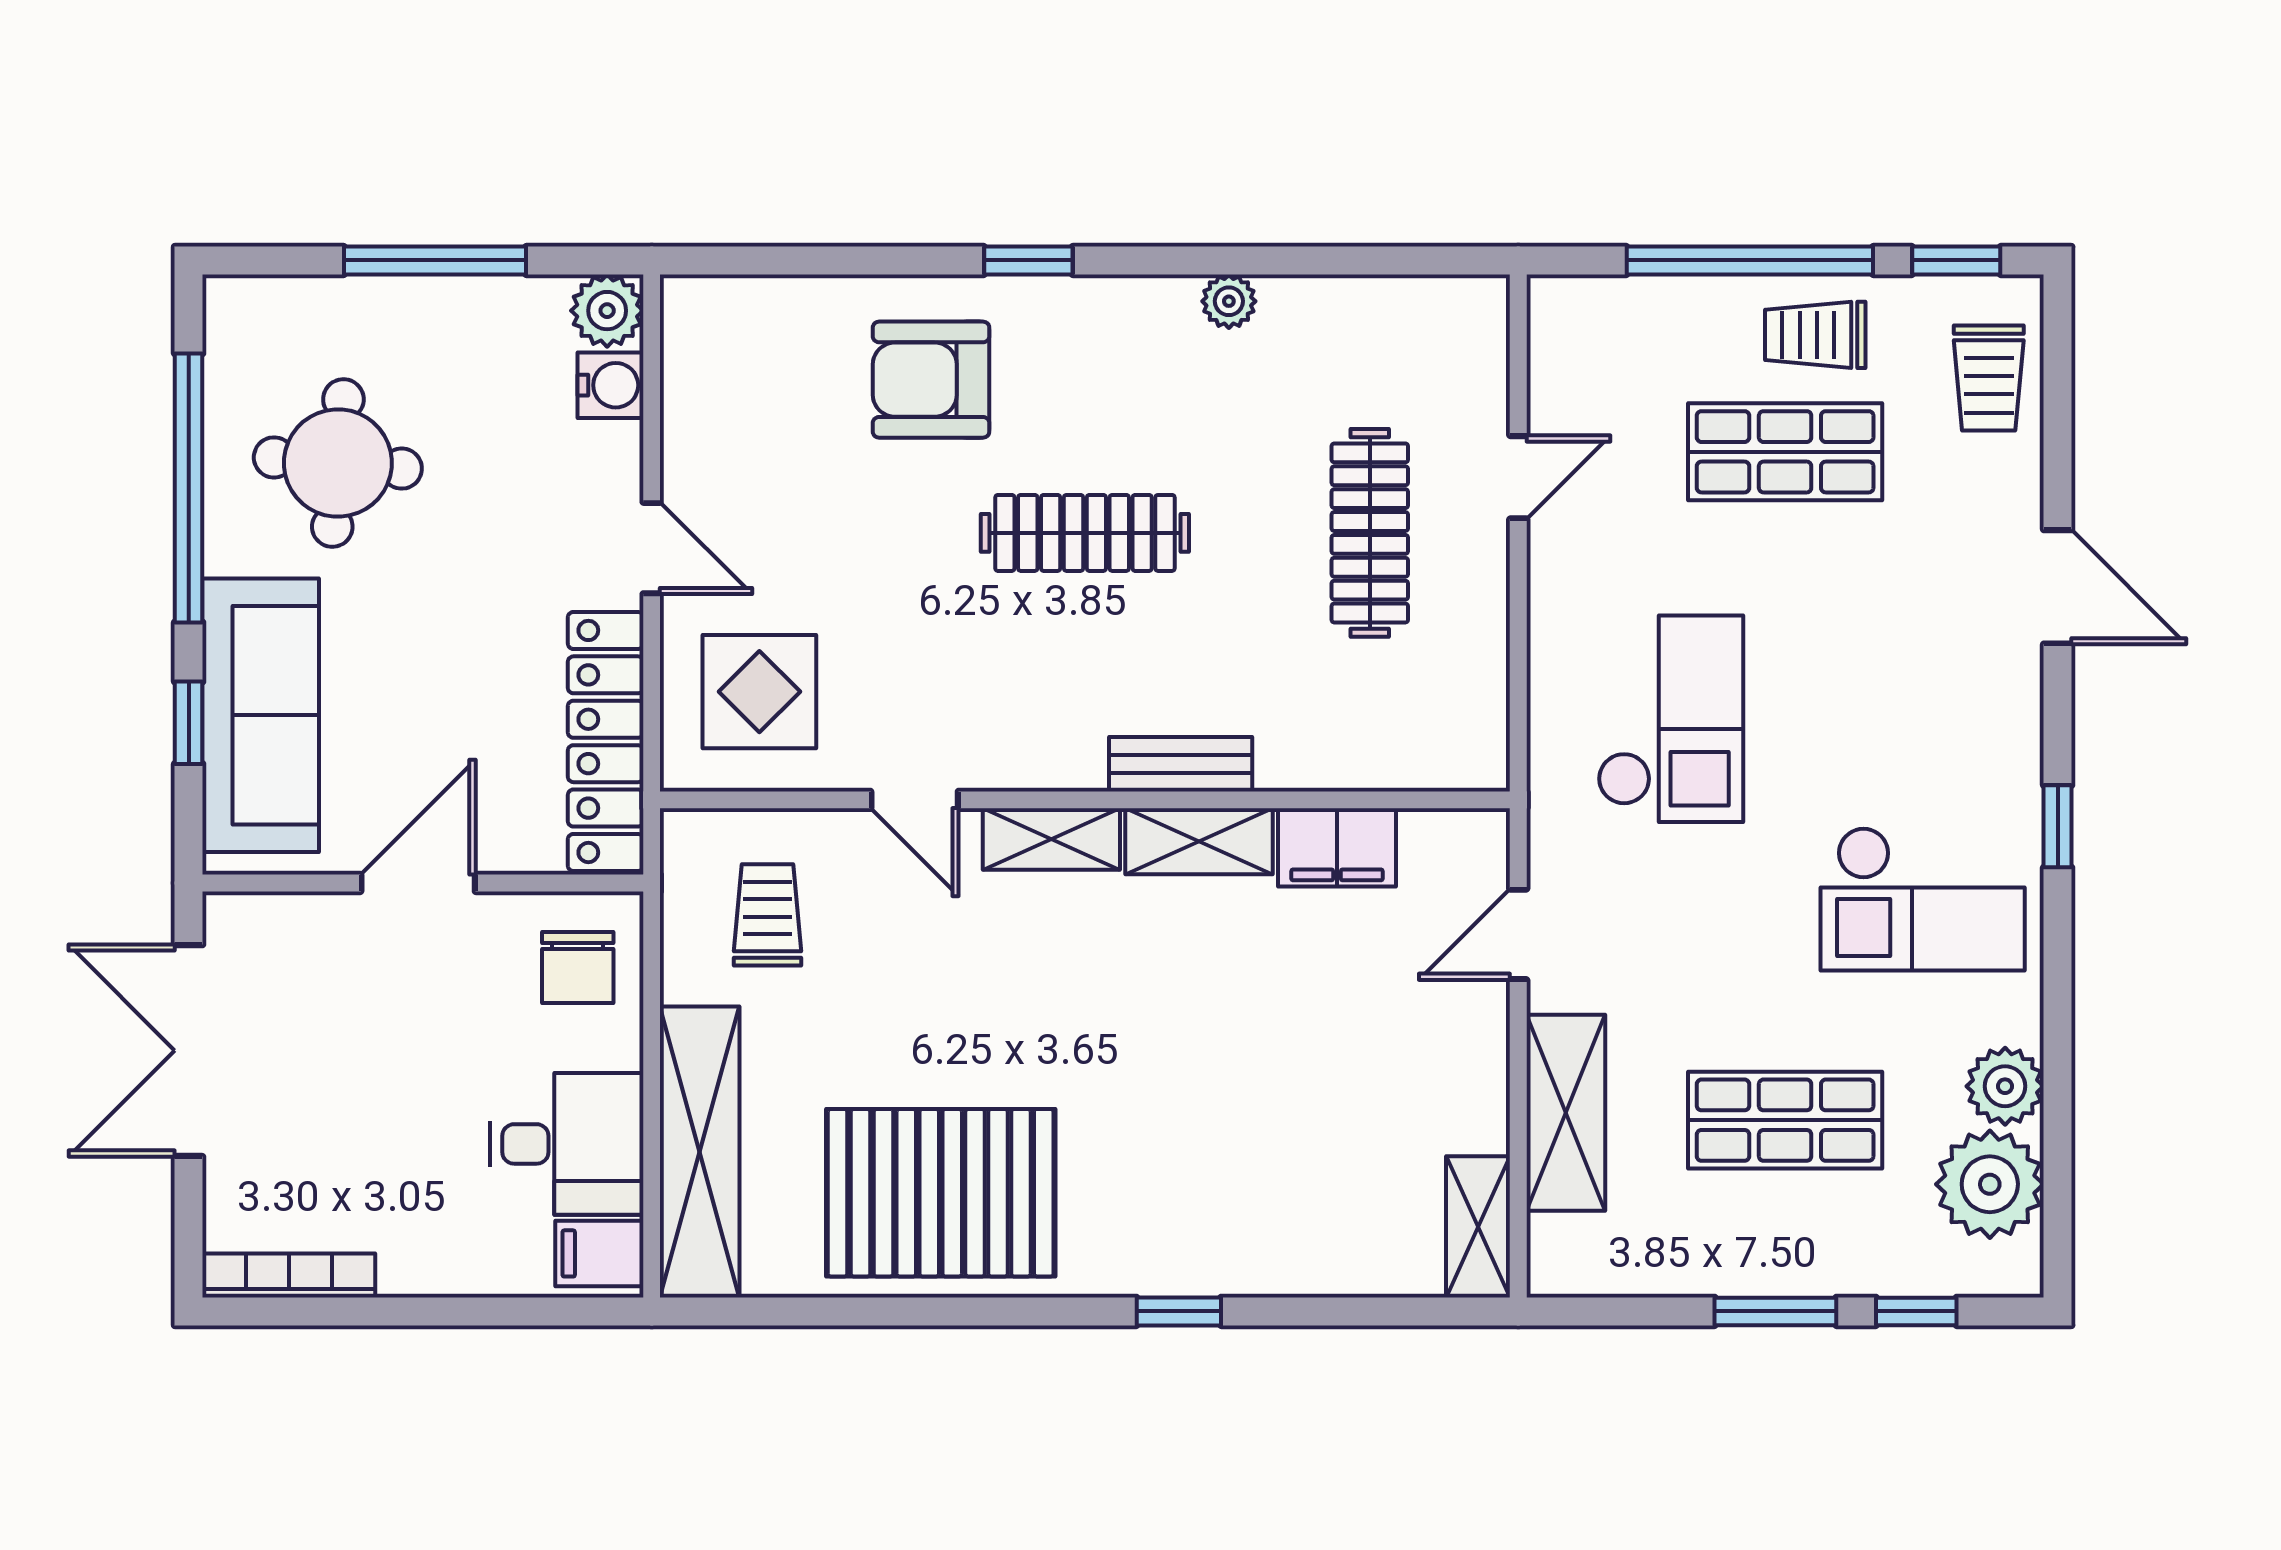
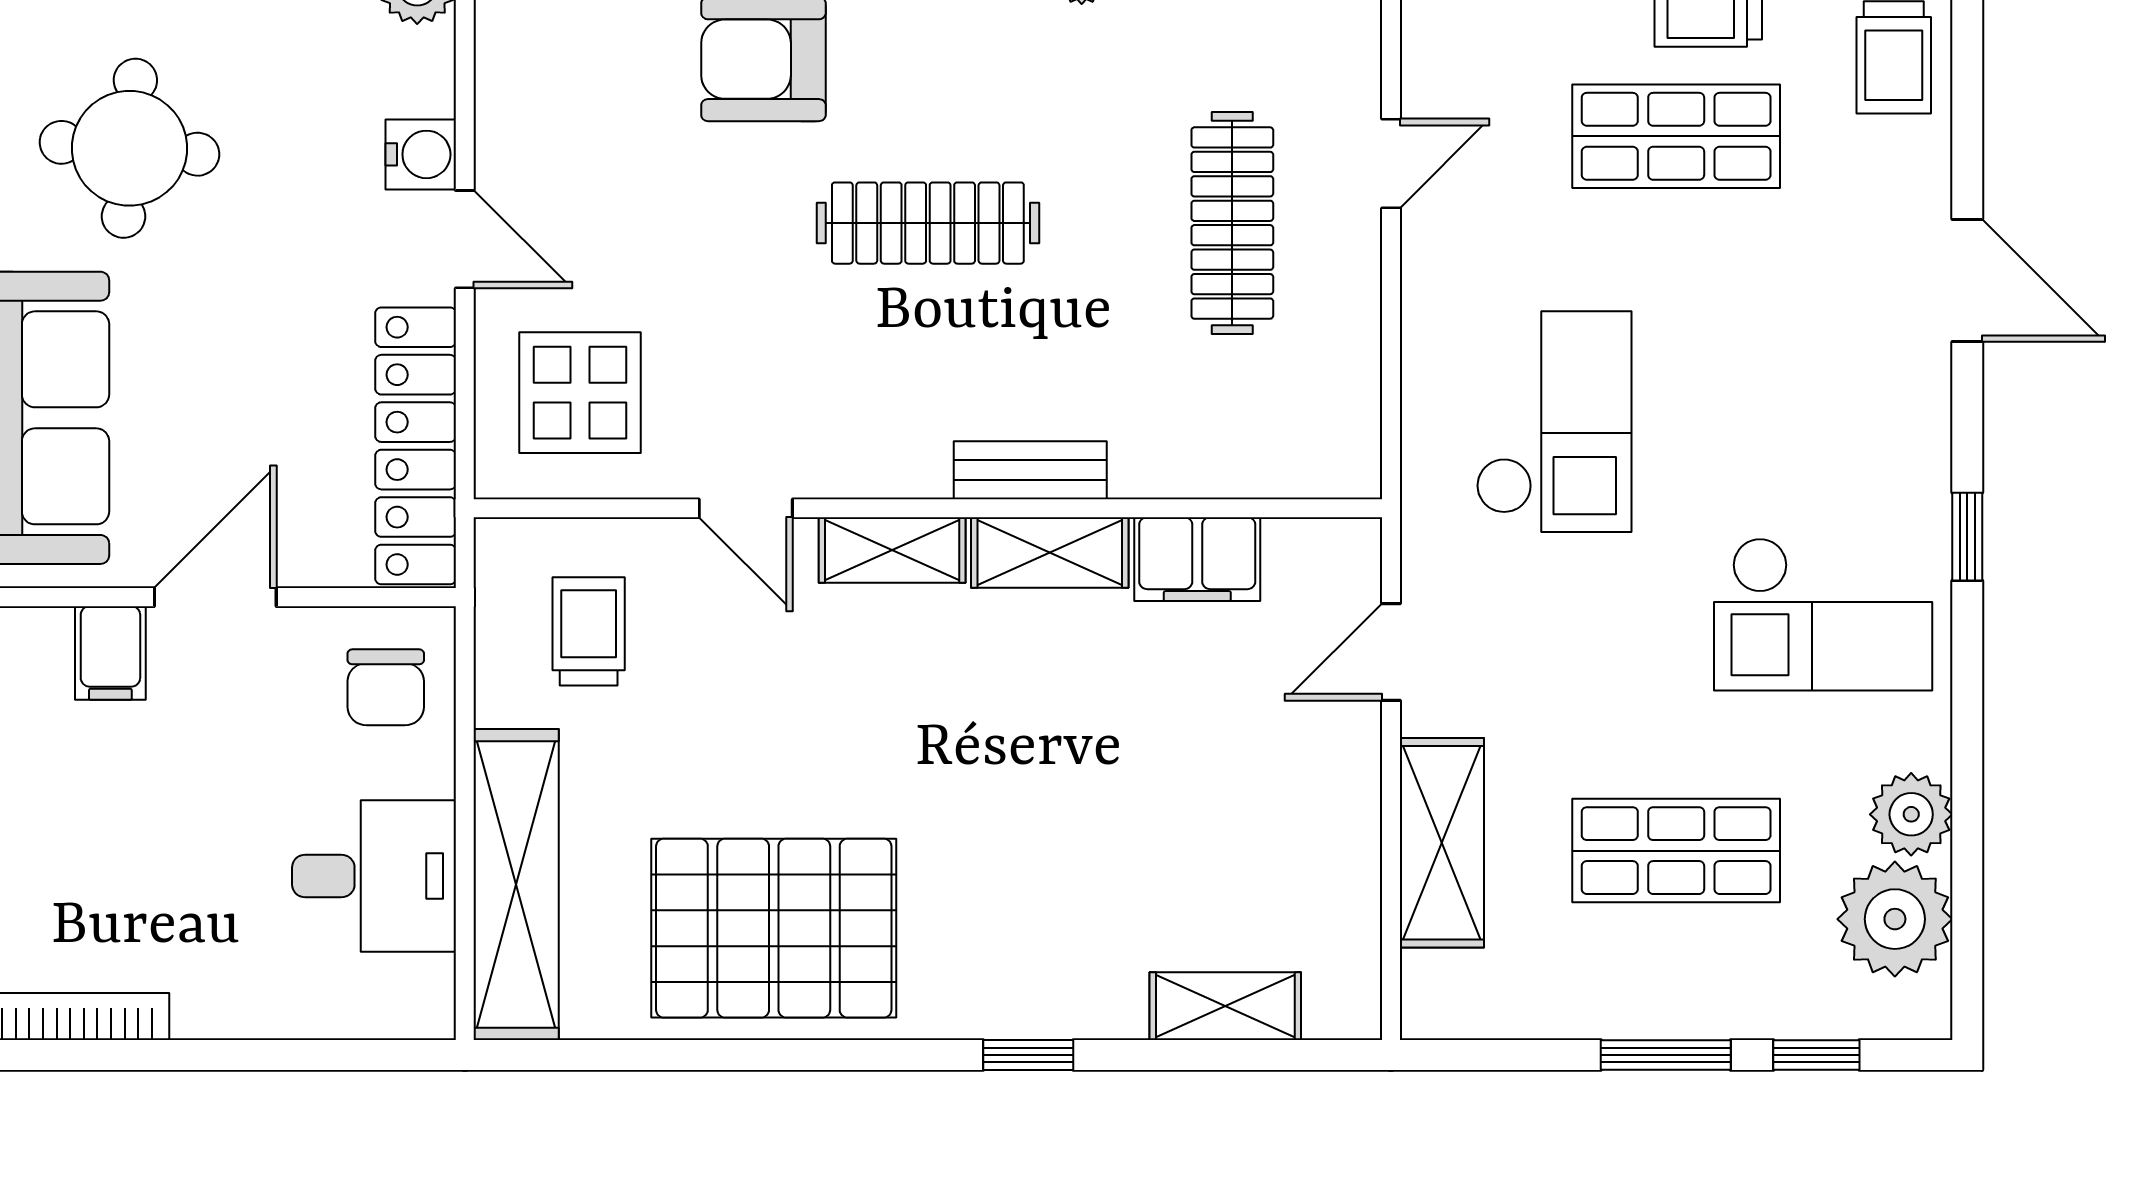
water cooler: (610, 385) -> (421, 154), moved
shelving: (1478, 1227) -> (1225, 1006), moved, turned 90
filing cabinet: (599, 1253) -> (110, 653), moved, turned -90

